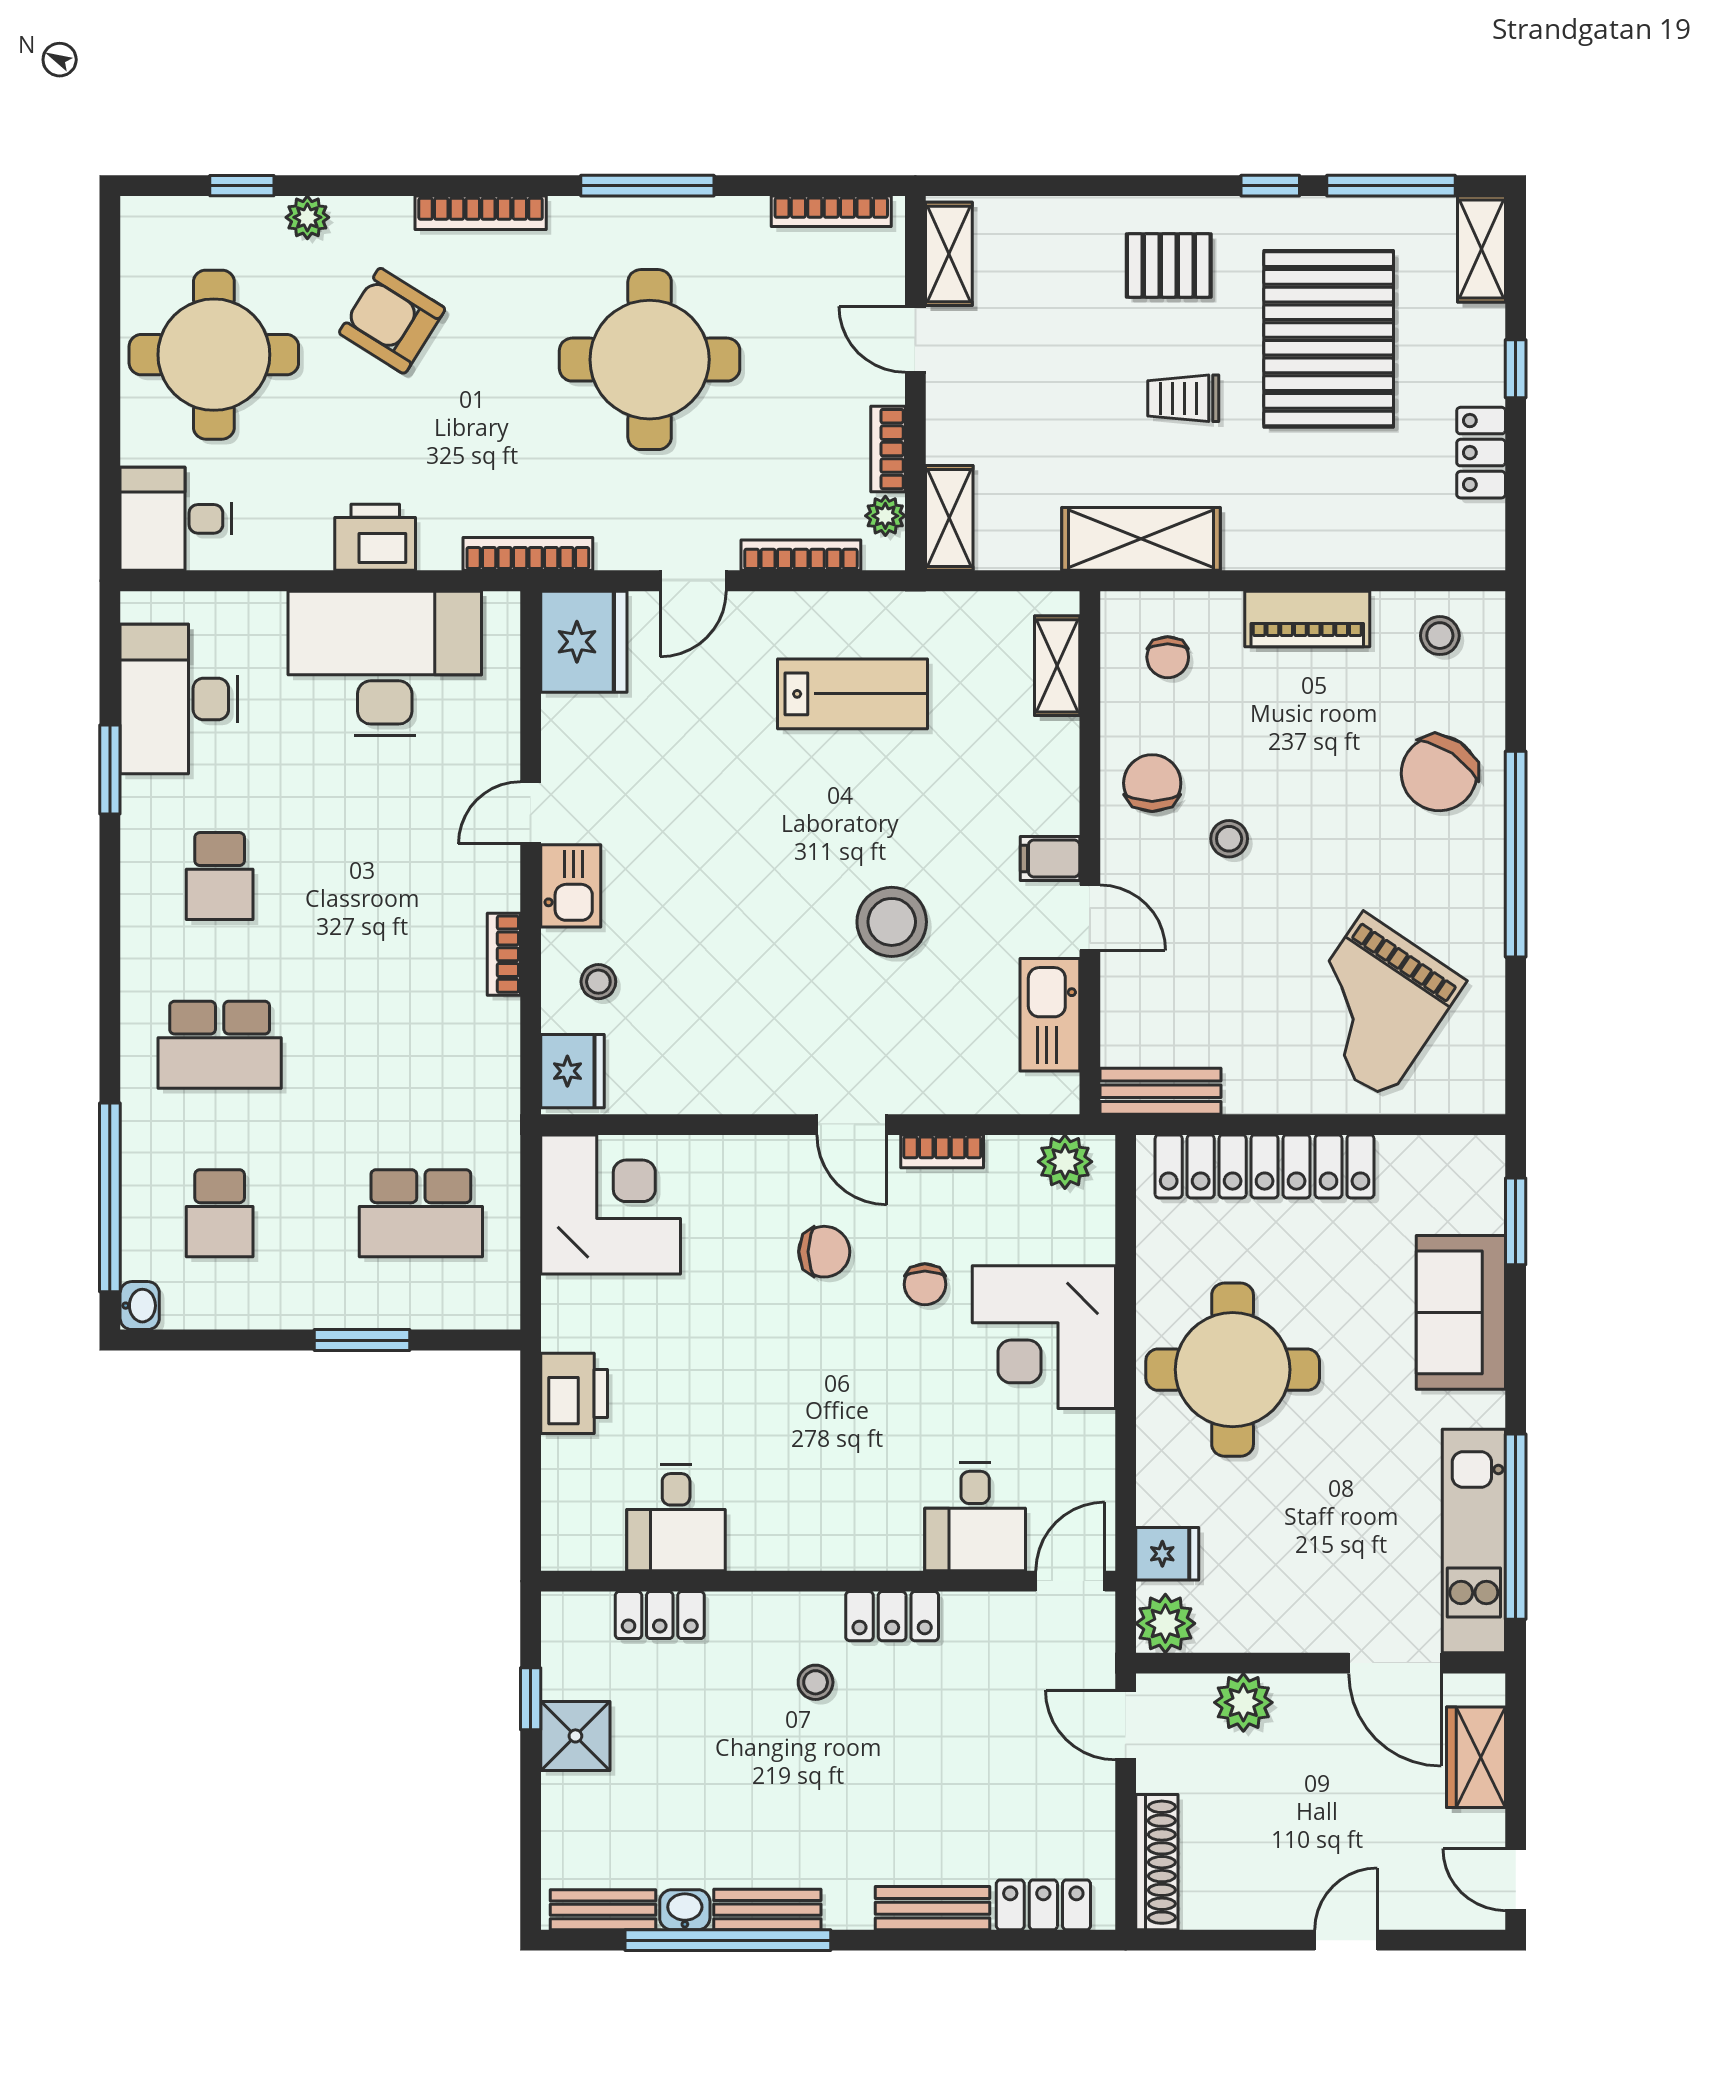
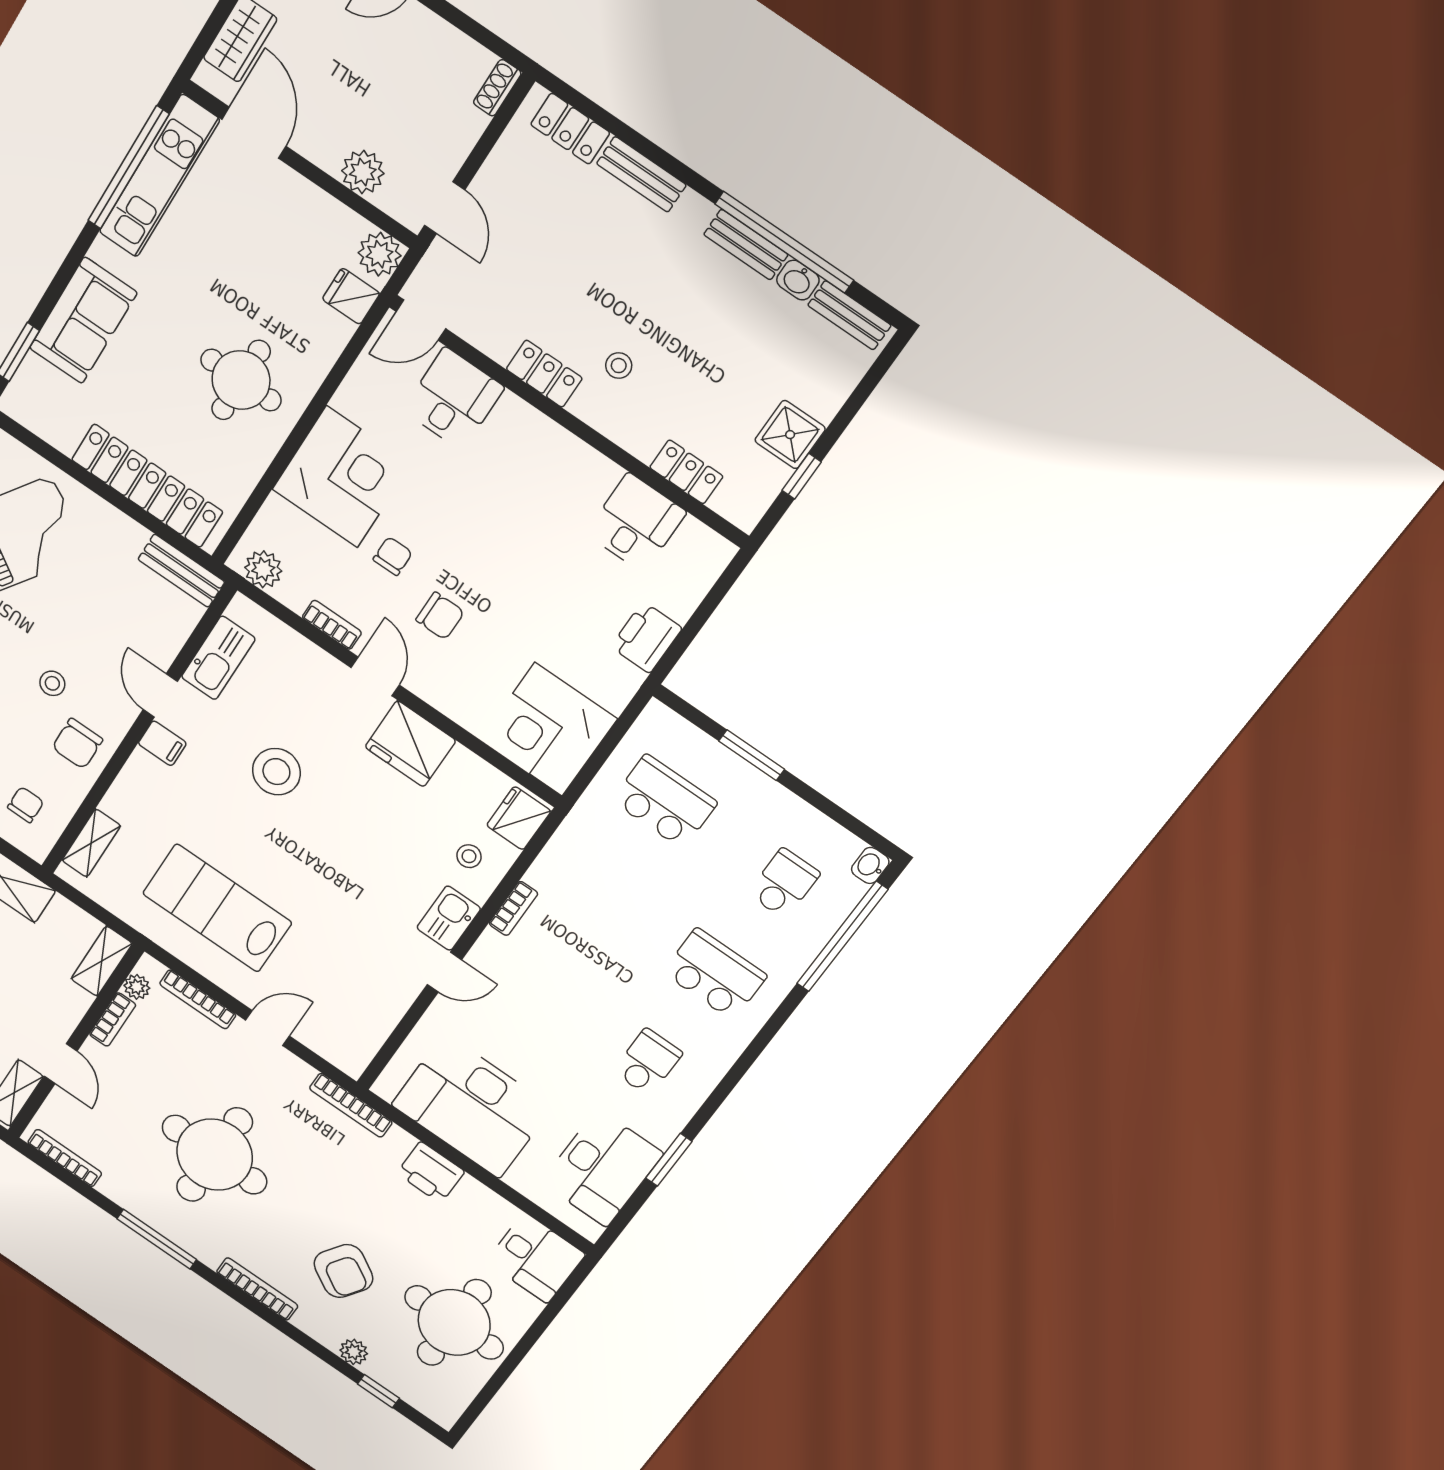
fridge: (584, 642) -> (410, 744), moved, turned -90
lab bench: (853, 694) -> (217, 908), width x1.36, depth x1.39
chair: (824, 1252) -> (440, 616), turned 180
round table: (1233, 1370) -> (241, 380), width x0.73, depth x0.73
shoe rack: (1157, 1862) -> (497, 88), width x0.51, depth x0.81

